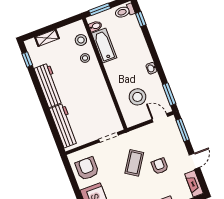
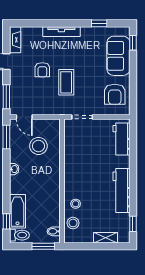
bathtub: (104, 46) -> (17, 211), moved, turned 180
workbench: (64, 126) -> (121, 139), width x0.73
coffee table: (134, 163) -> (66, 82), turned -33

